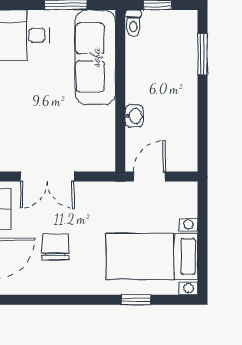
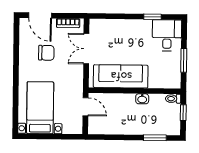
sofa: (95, 57) -> (121, 76), moved
washbasin: (134, 116) -> (142, 99), moved
window: (136, 300) -> (16, 98), removed

